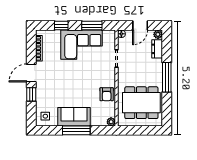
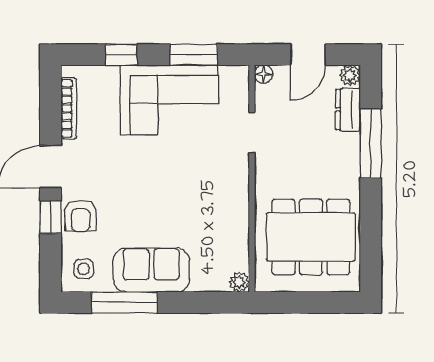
window: (167, 77) -> (371, 144), moved
armchair: (107, 94) -> (81, 216), moved
window: (76, 130) -> (124, 302), moved

